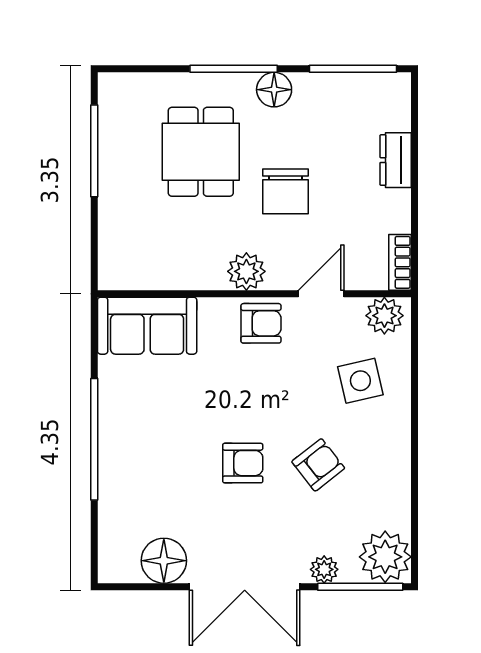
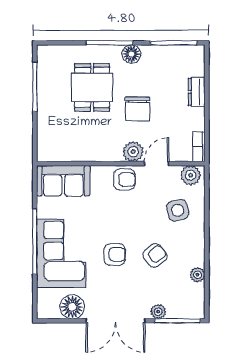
plant: (246, 271) -> (133, 152), moved
corner sofa: (143, 461) -> (61, 253), added
plant: (385, 557) -> (197, 275), moved, width x0.53, depth x0.53

